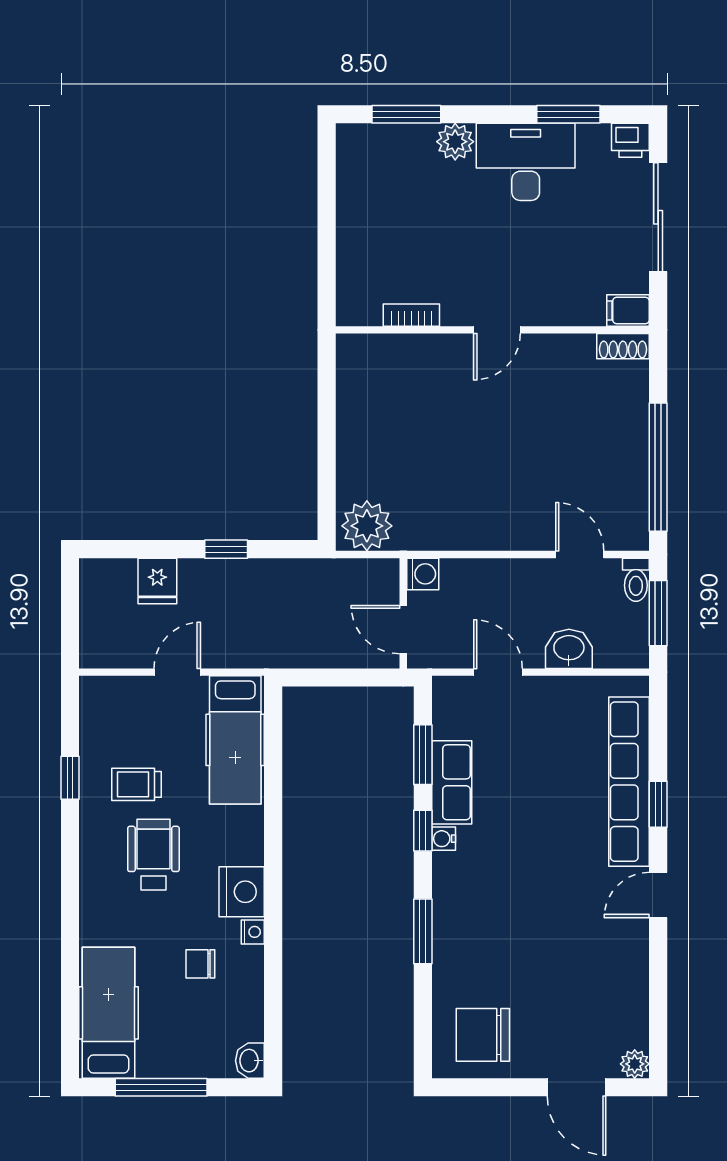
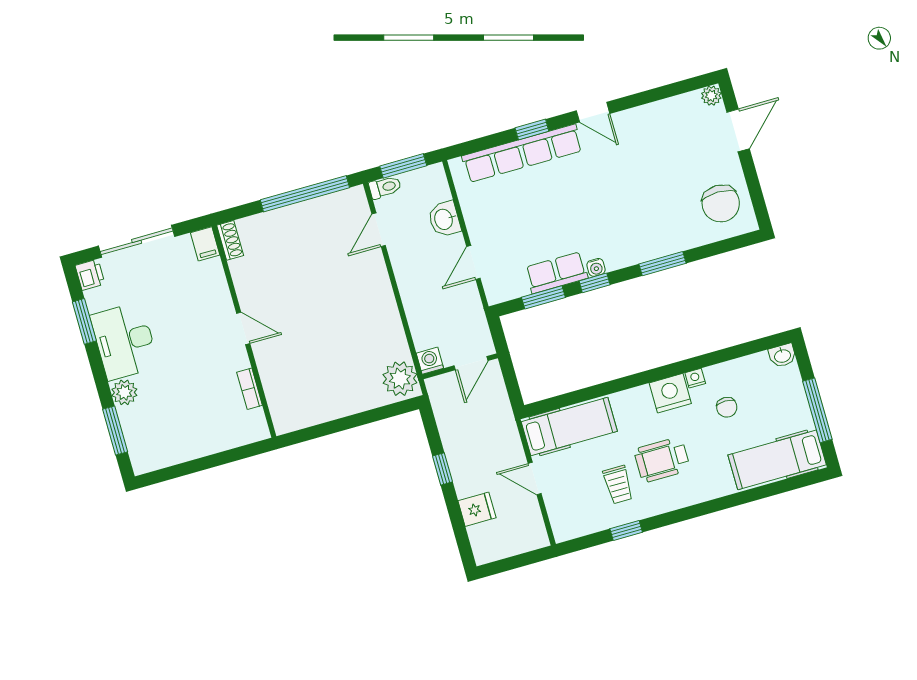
washing machine: (423, 574) -> (430, 361), moved
wall: (403, 613) -> (460, 366), moved
door: (403, 630) -> (471, 363), moved

